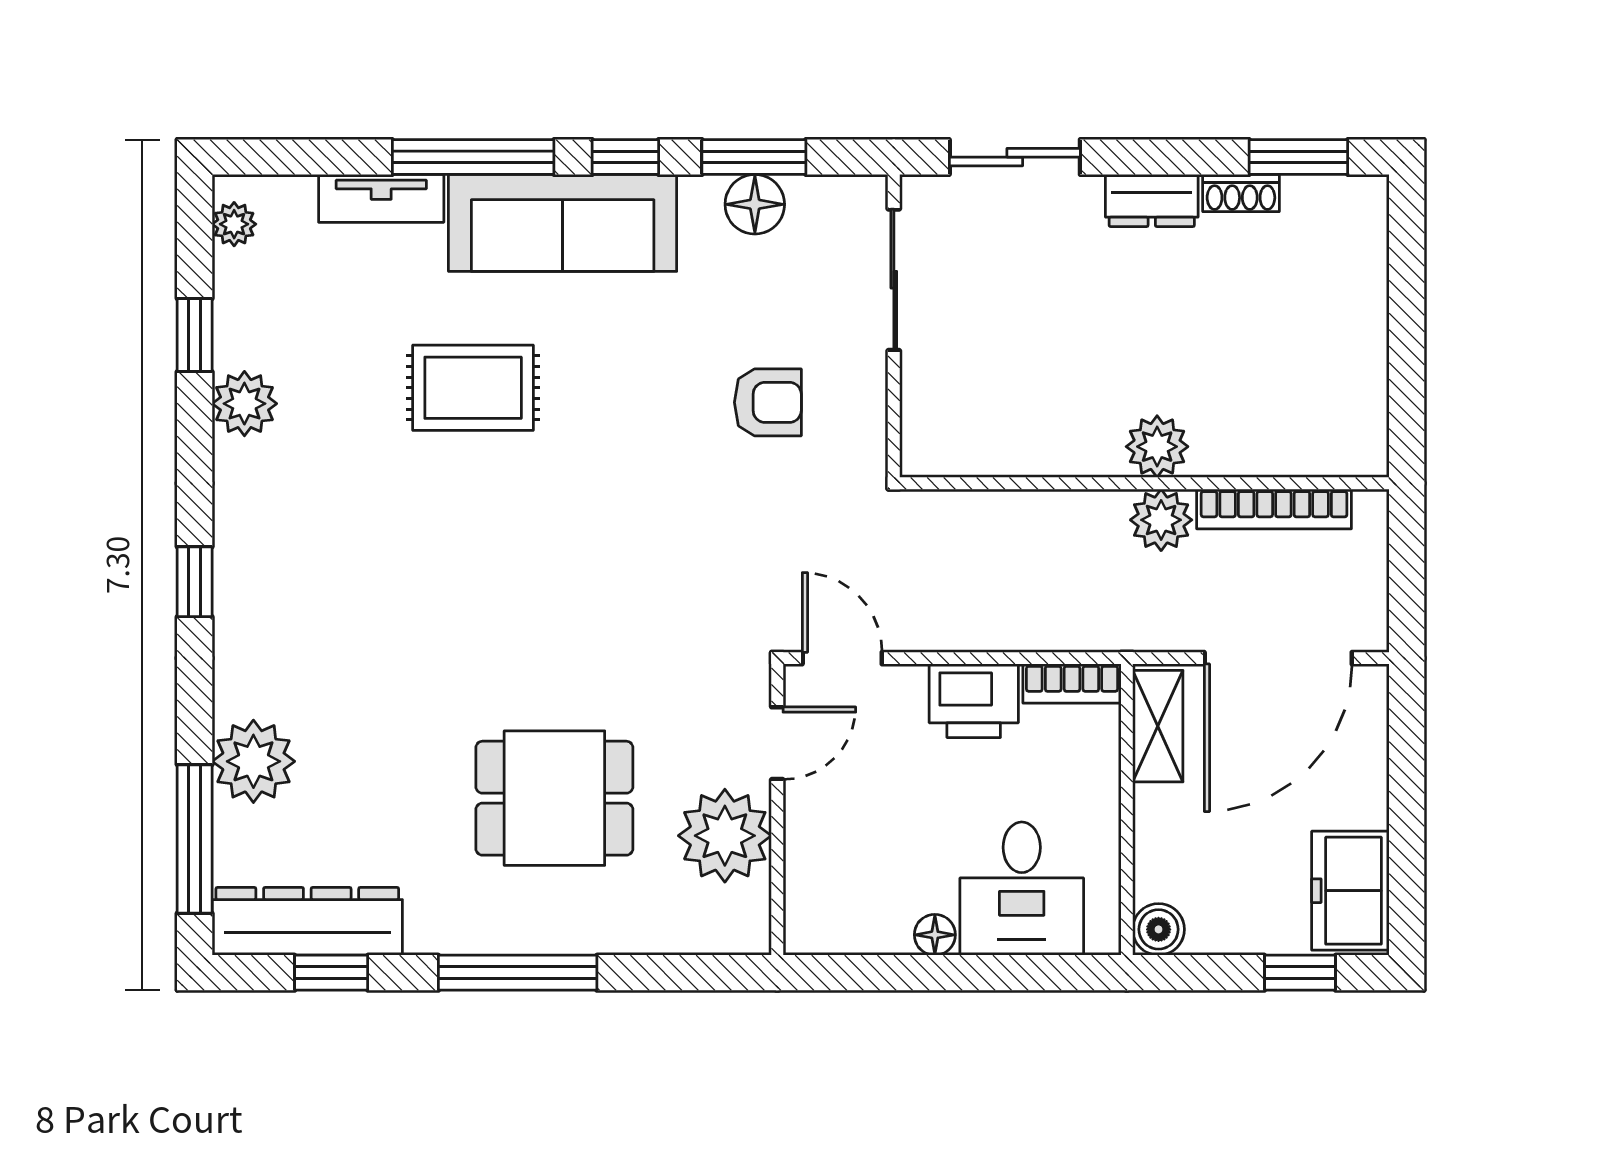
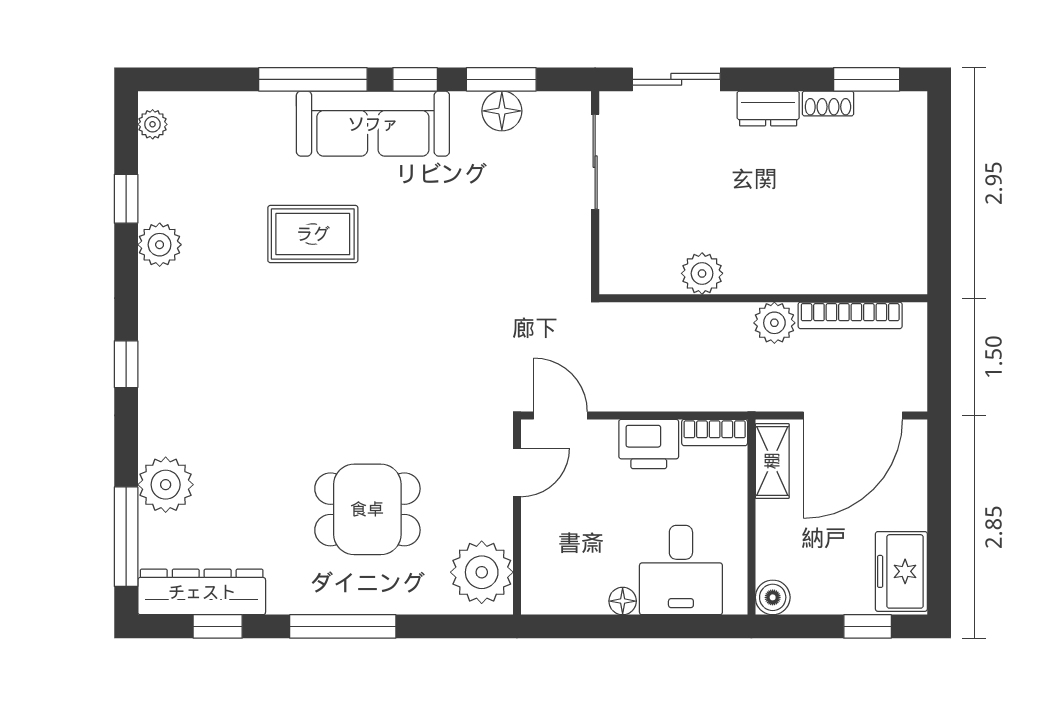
tv unit: (381, 198) -> (251, 107), removed
armchair: (768, 402) -> (511, 244), removed
plant: (1157, 447) -> (702, 273), moved
plant: (725, 836) -> (482, 572), moved

